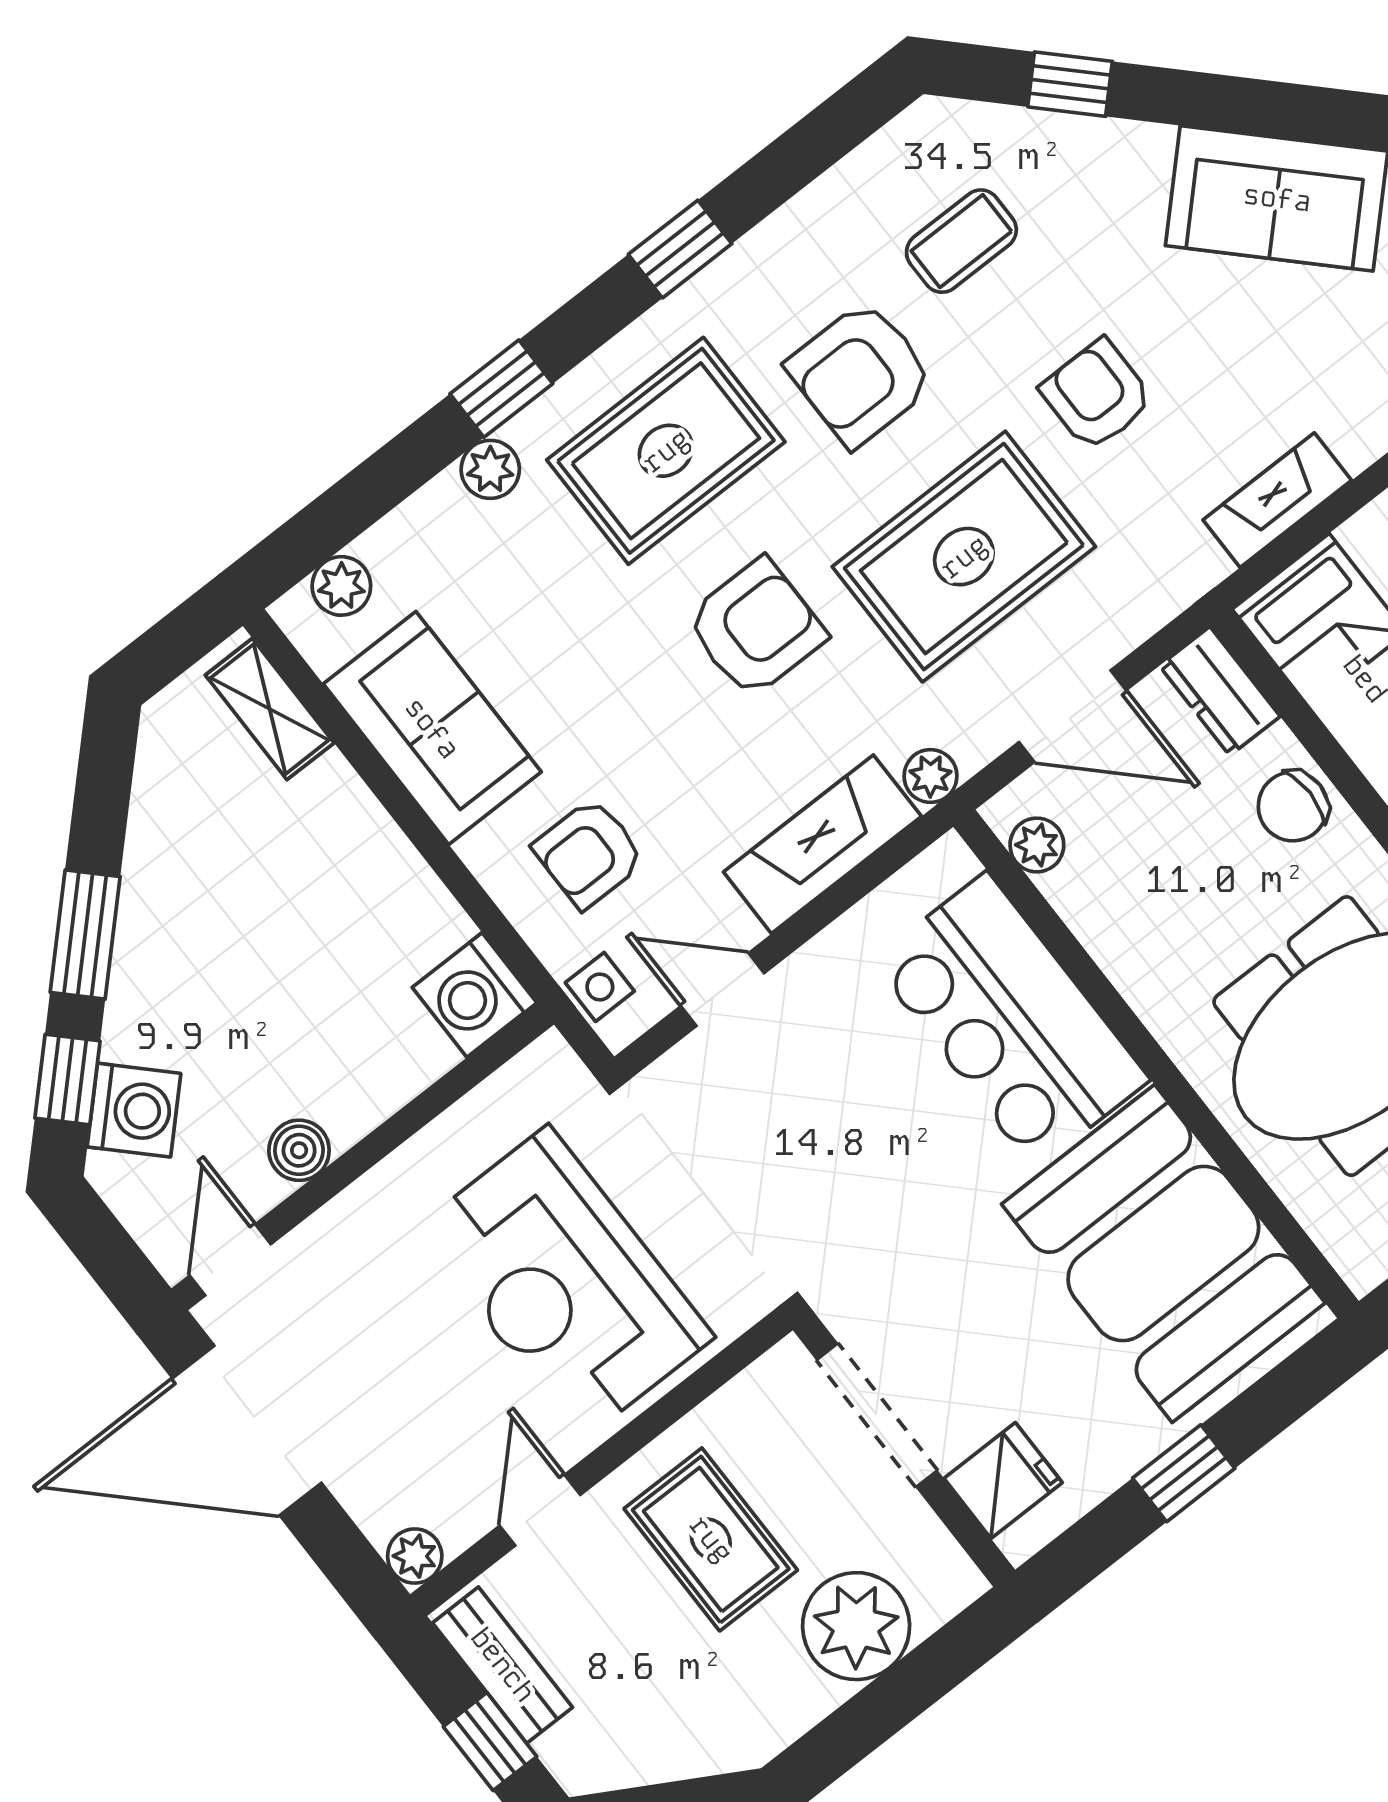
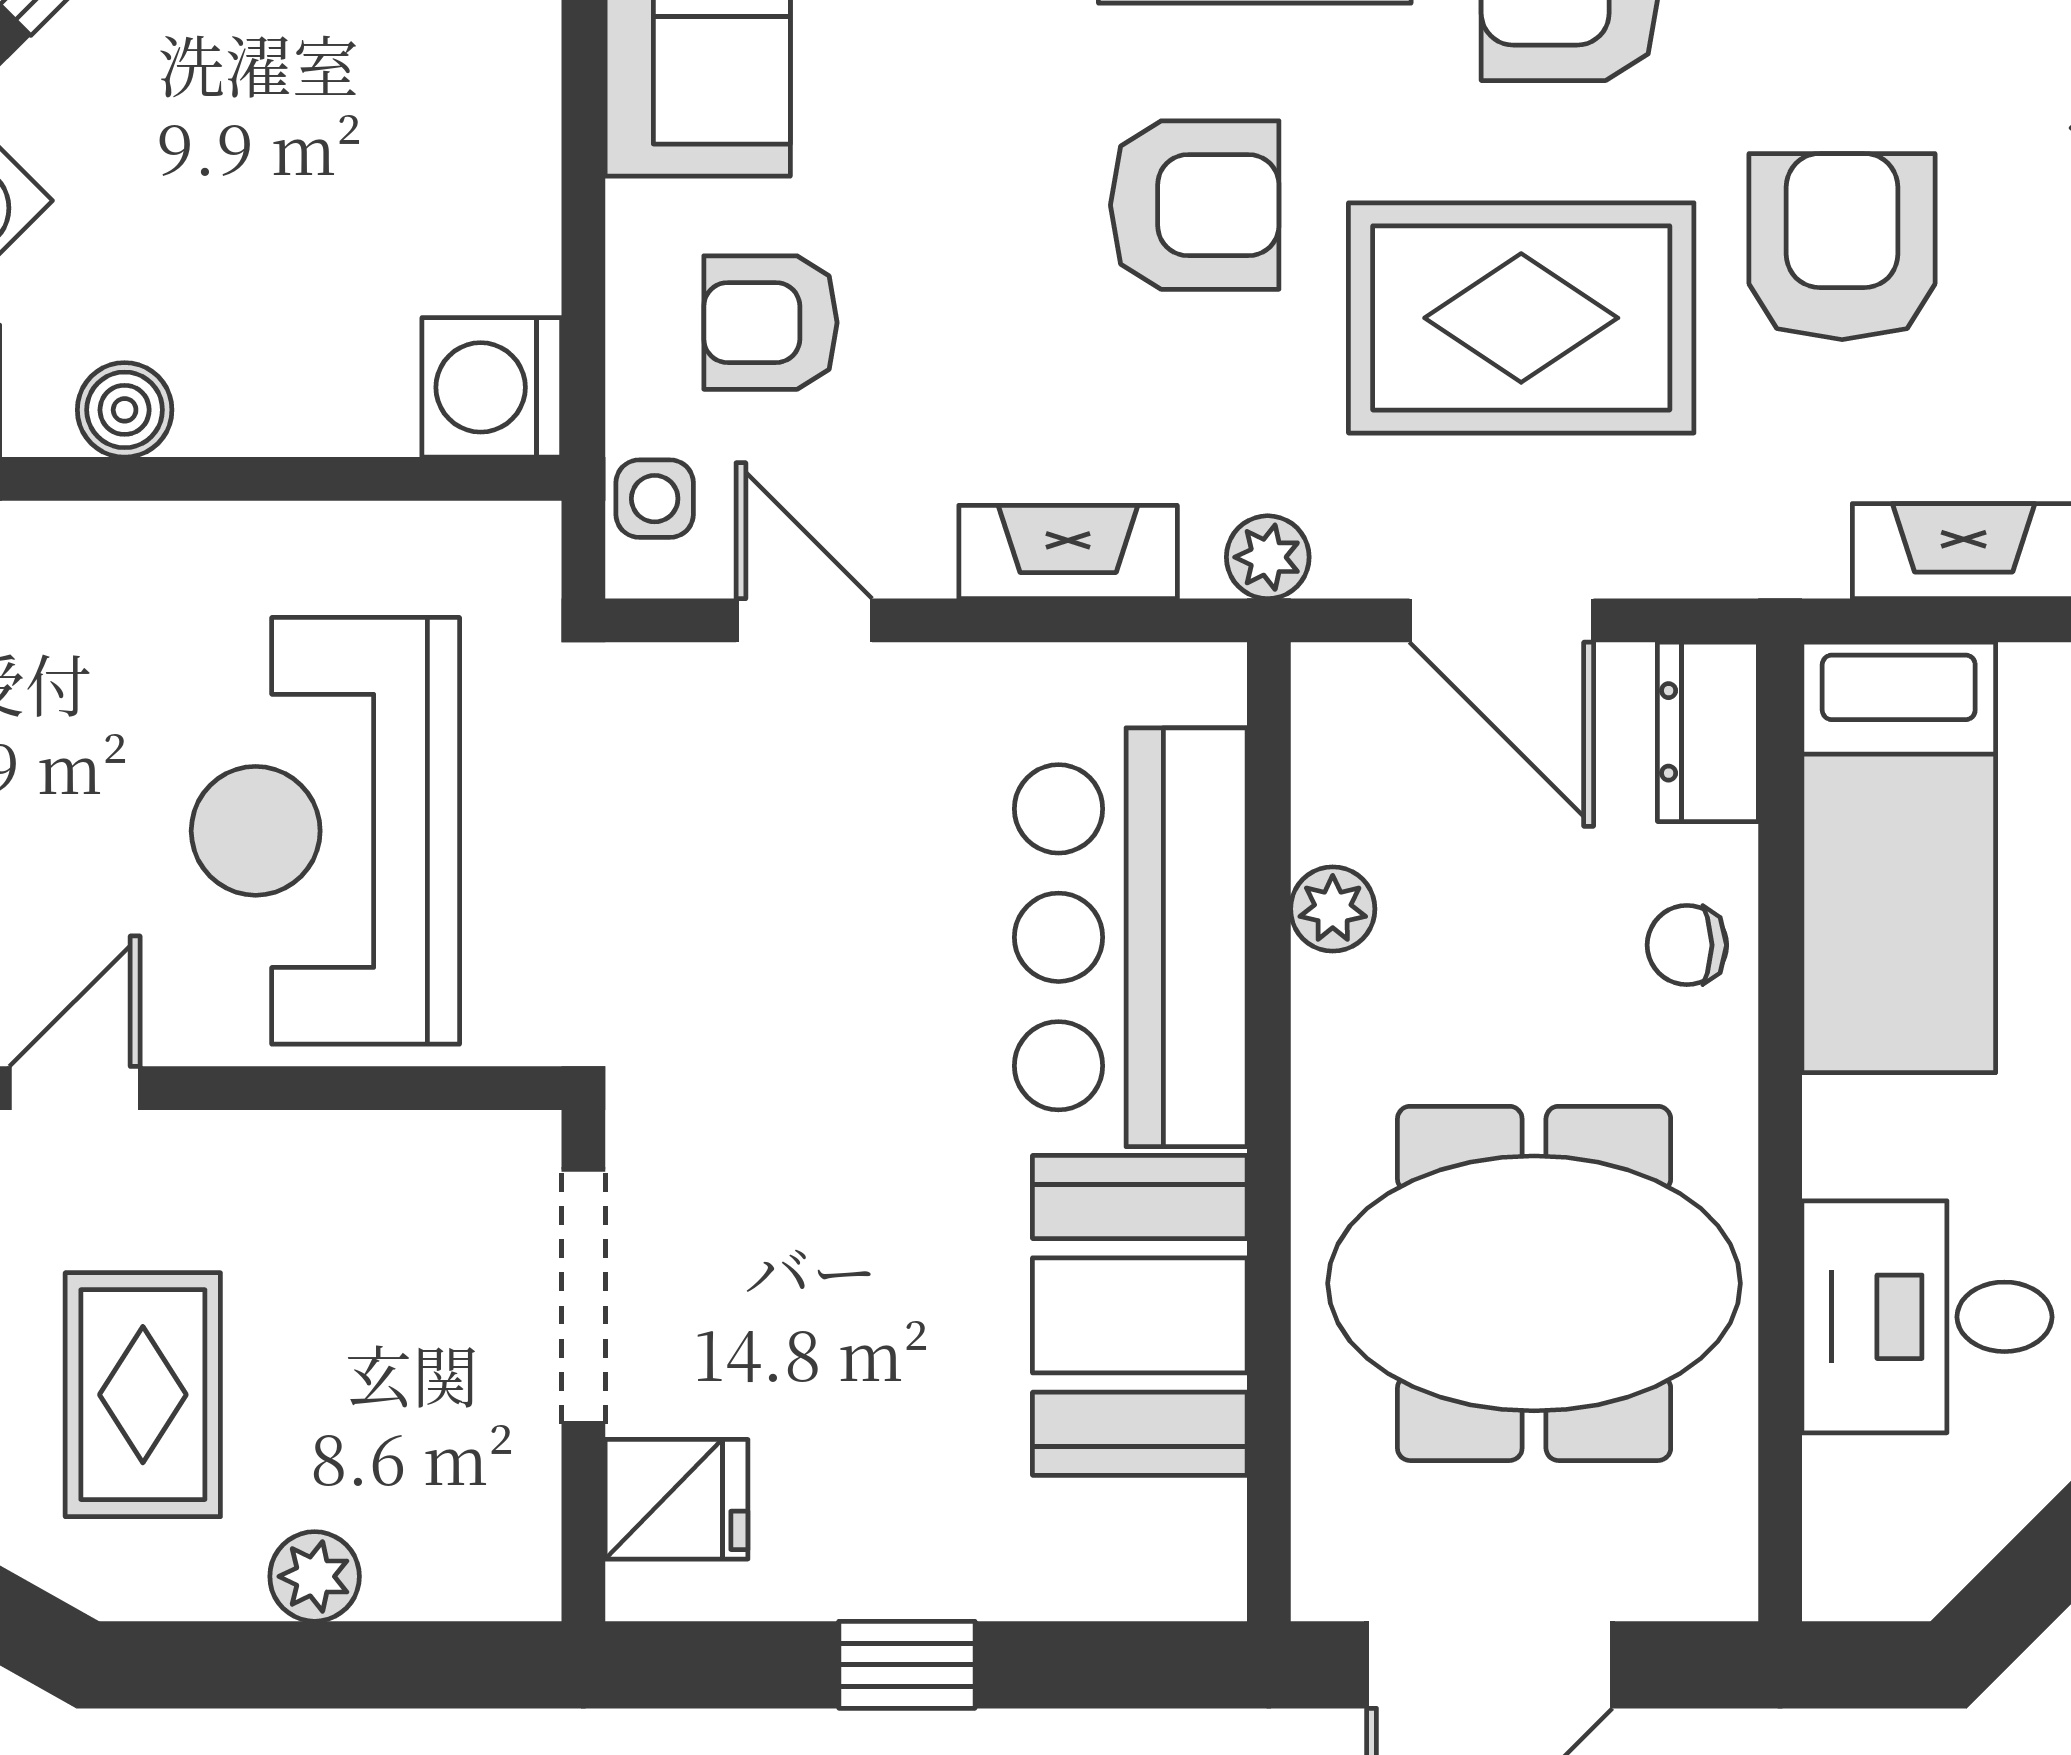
armchair: (1097, 395) -> (1842, 247), width x1.38, depth x1.38
chair: (1293, 806) -> (1687, 945), width x0.73, depth x0.73
fireplace: (822, 844) -> (1068, 552), width x0.73, depth x0.76
plant: (1037, 845) -> (1333, 909), moved
booth: (1163, 1253) -> (1140, 1315), width x0.73, depth x0.70
rug: (711, 1539) -> (143, 1395), moved
plant: (856, 1626) -> (315, 1576), width x0.53, depth x0.53

